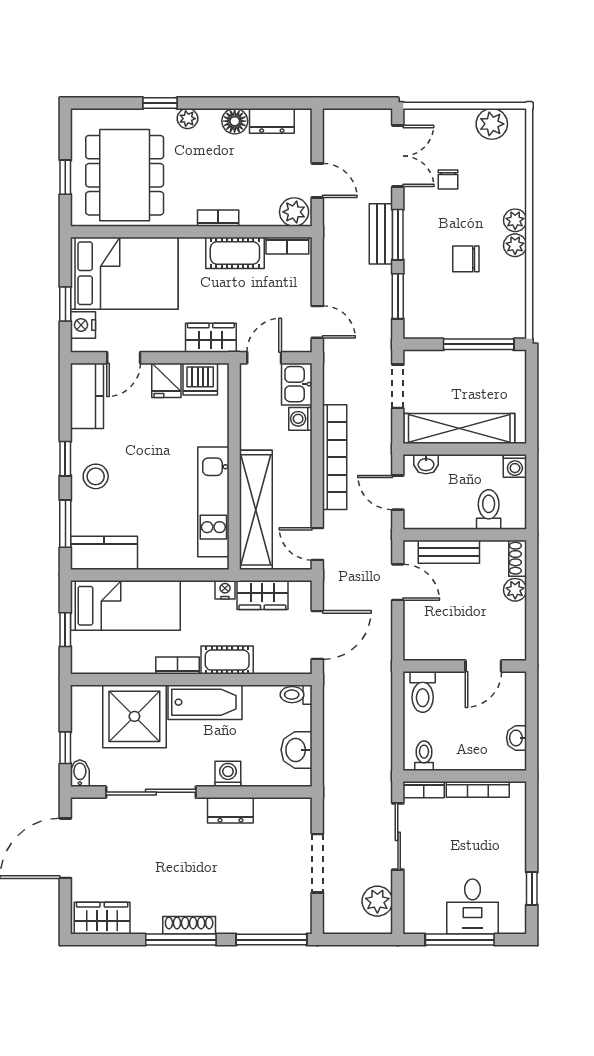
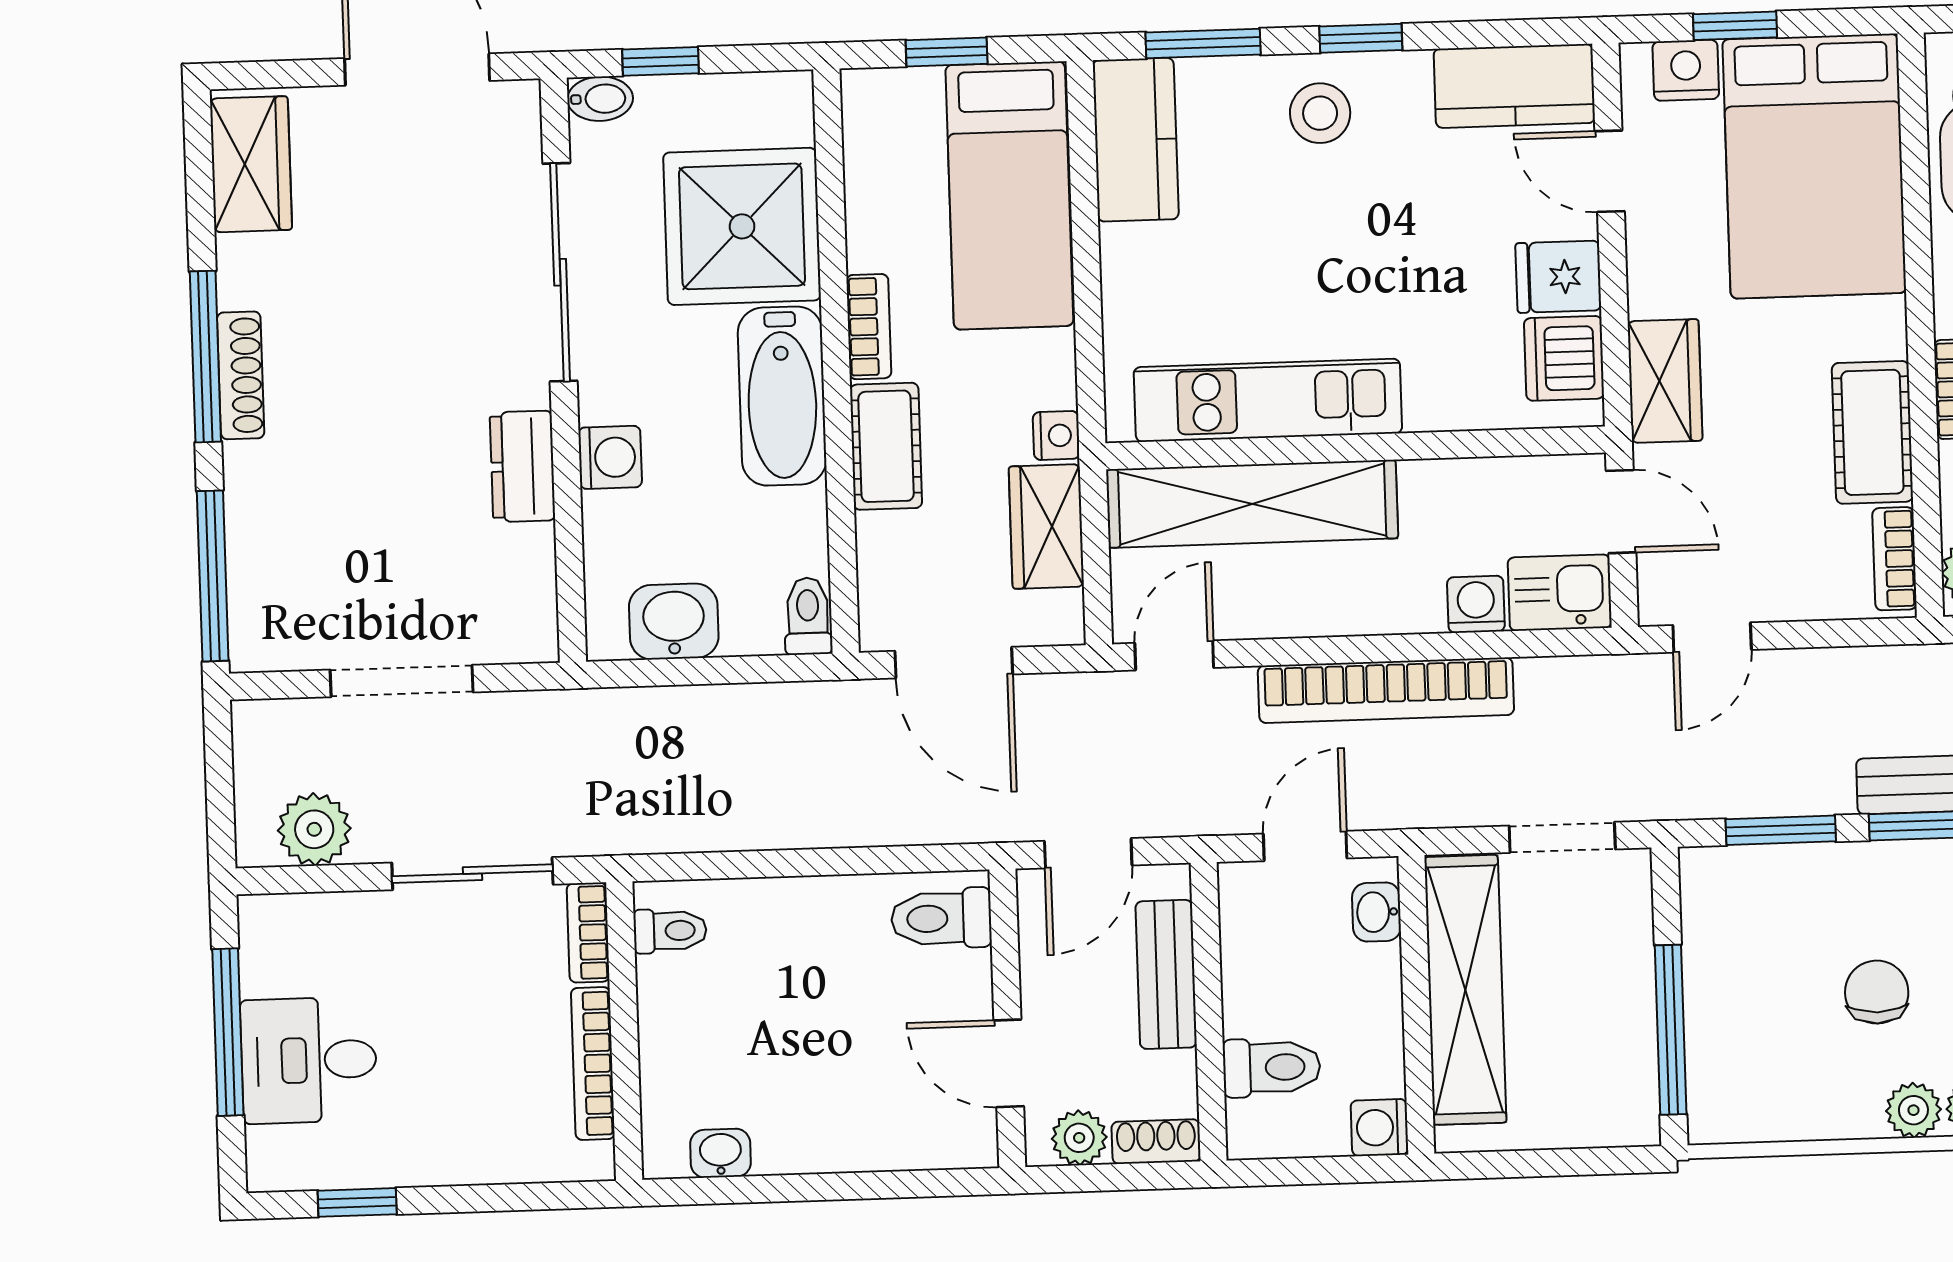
wall: (465, 666) -> (1007, 1018), moved
door: (483, 666) -> (1009, 1063), moved
toilet: (423, 692) -> (941, 918), moved

